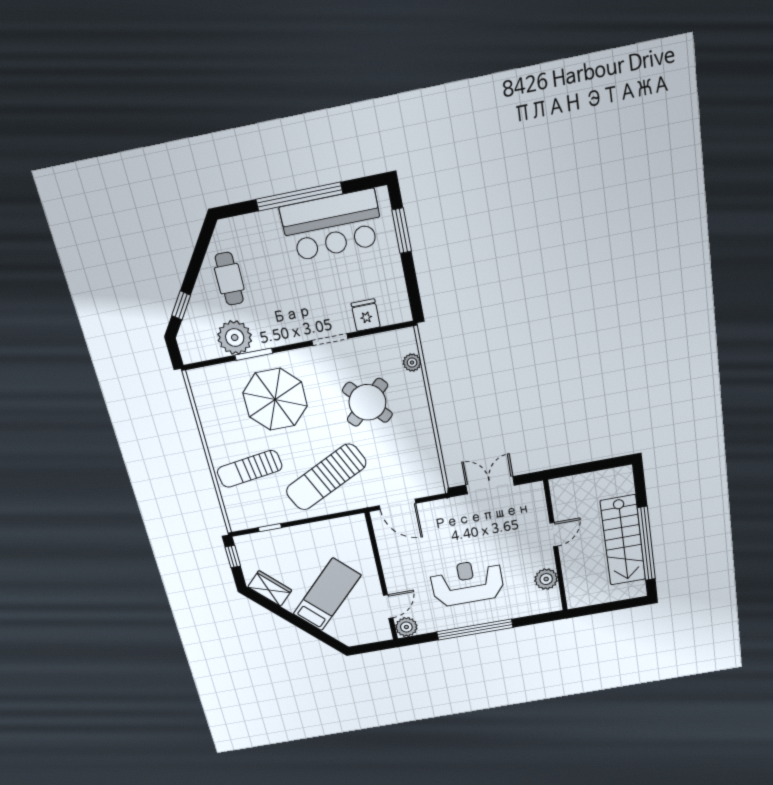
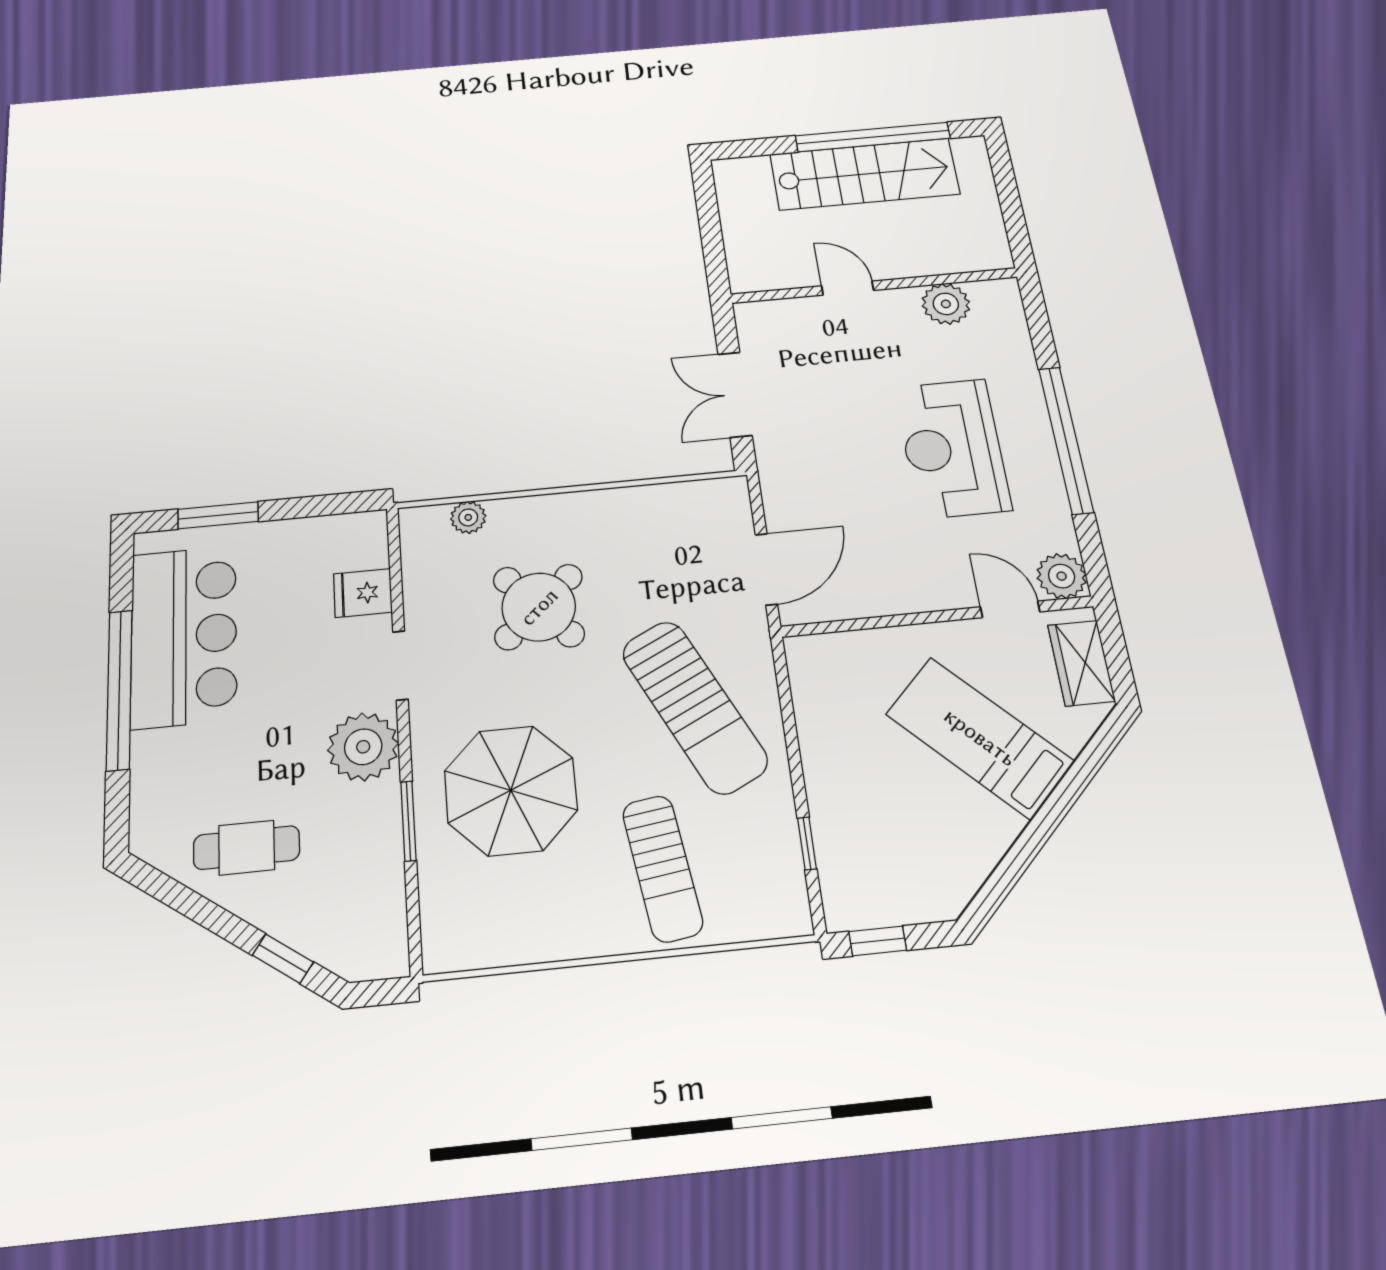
plant: (235, 338) -> (363, 747), moved
wardrobe: (270, 589) -> (1081, 663), moved, turned -45

